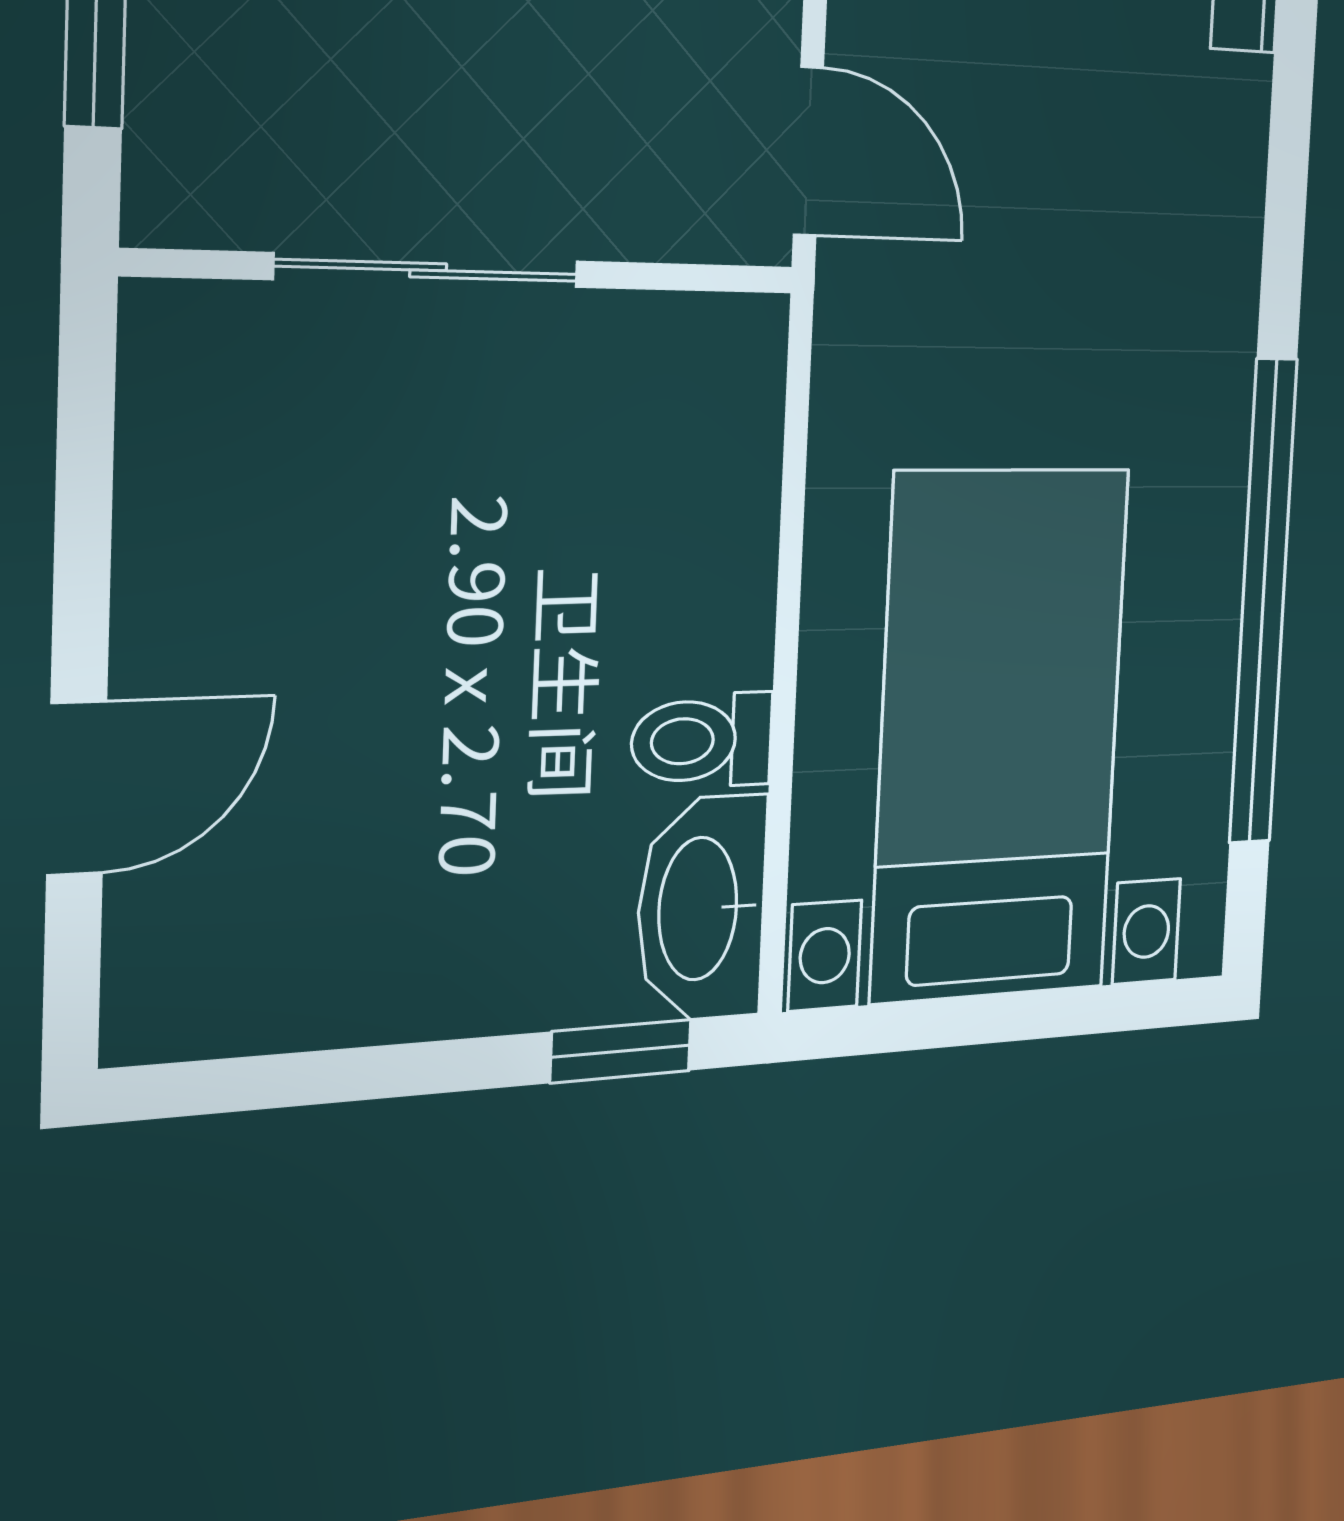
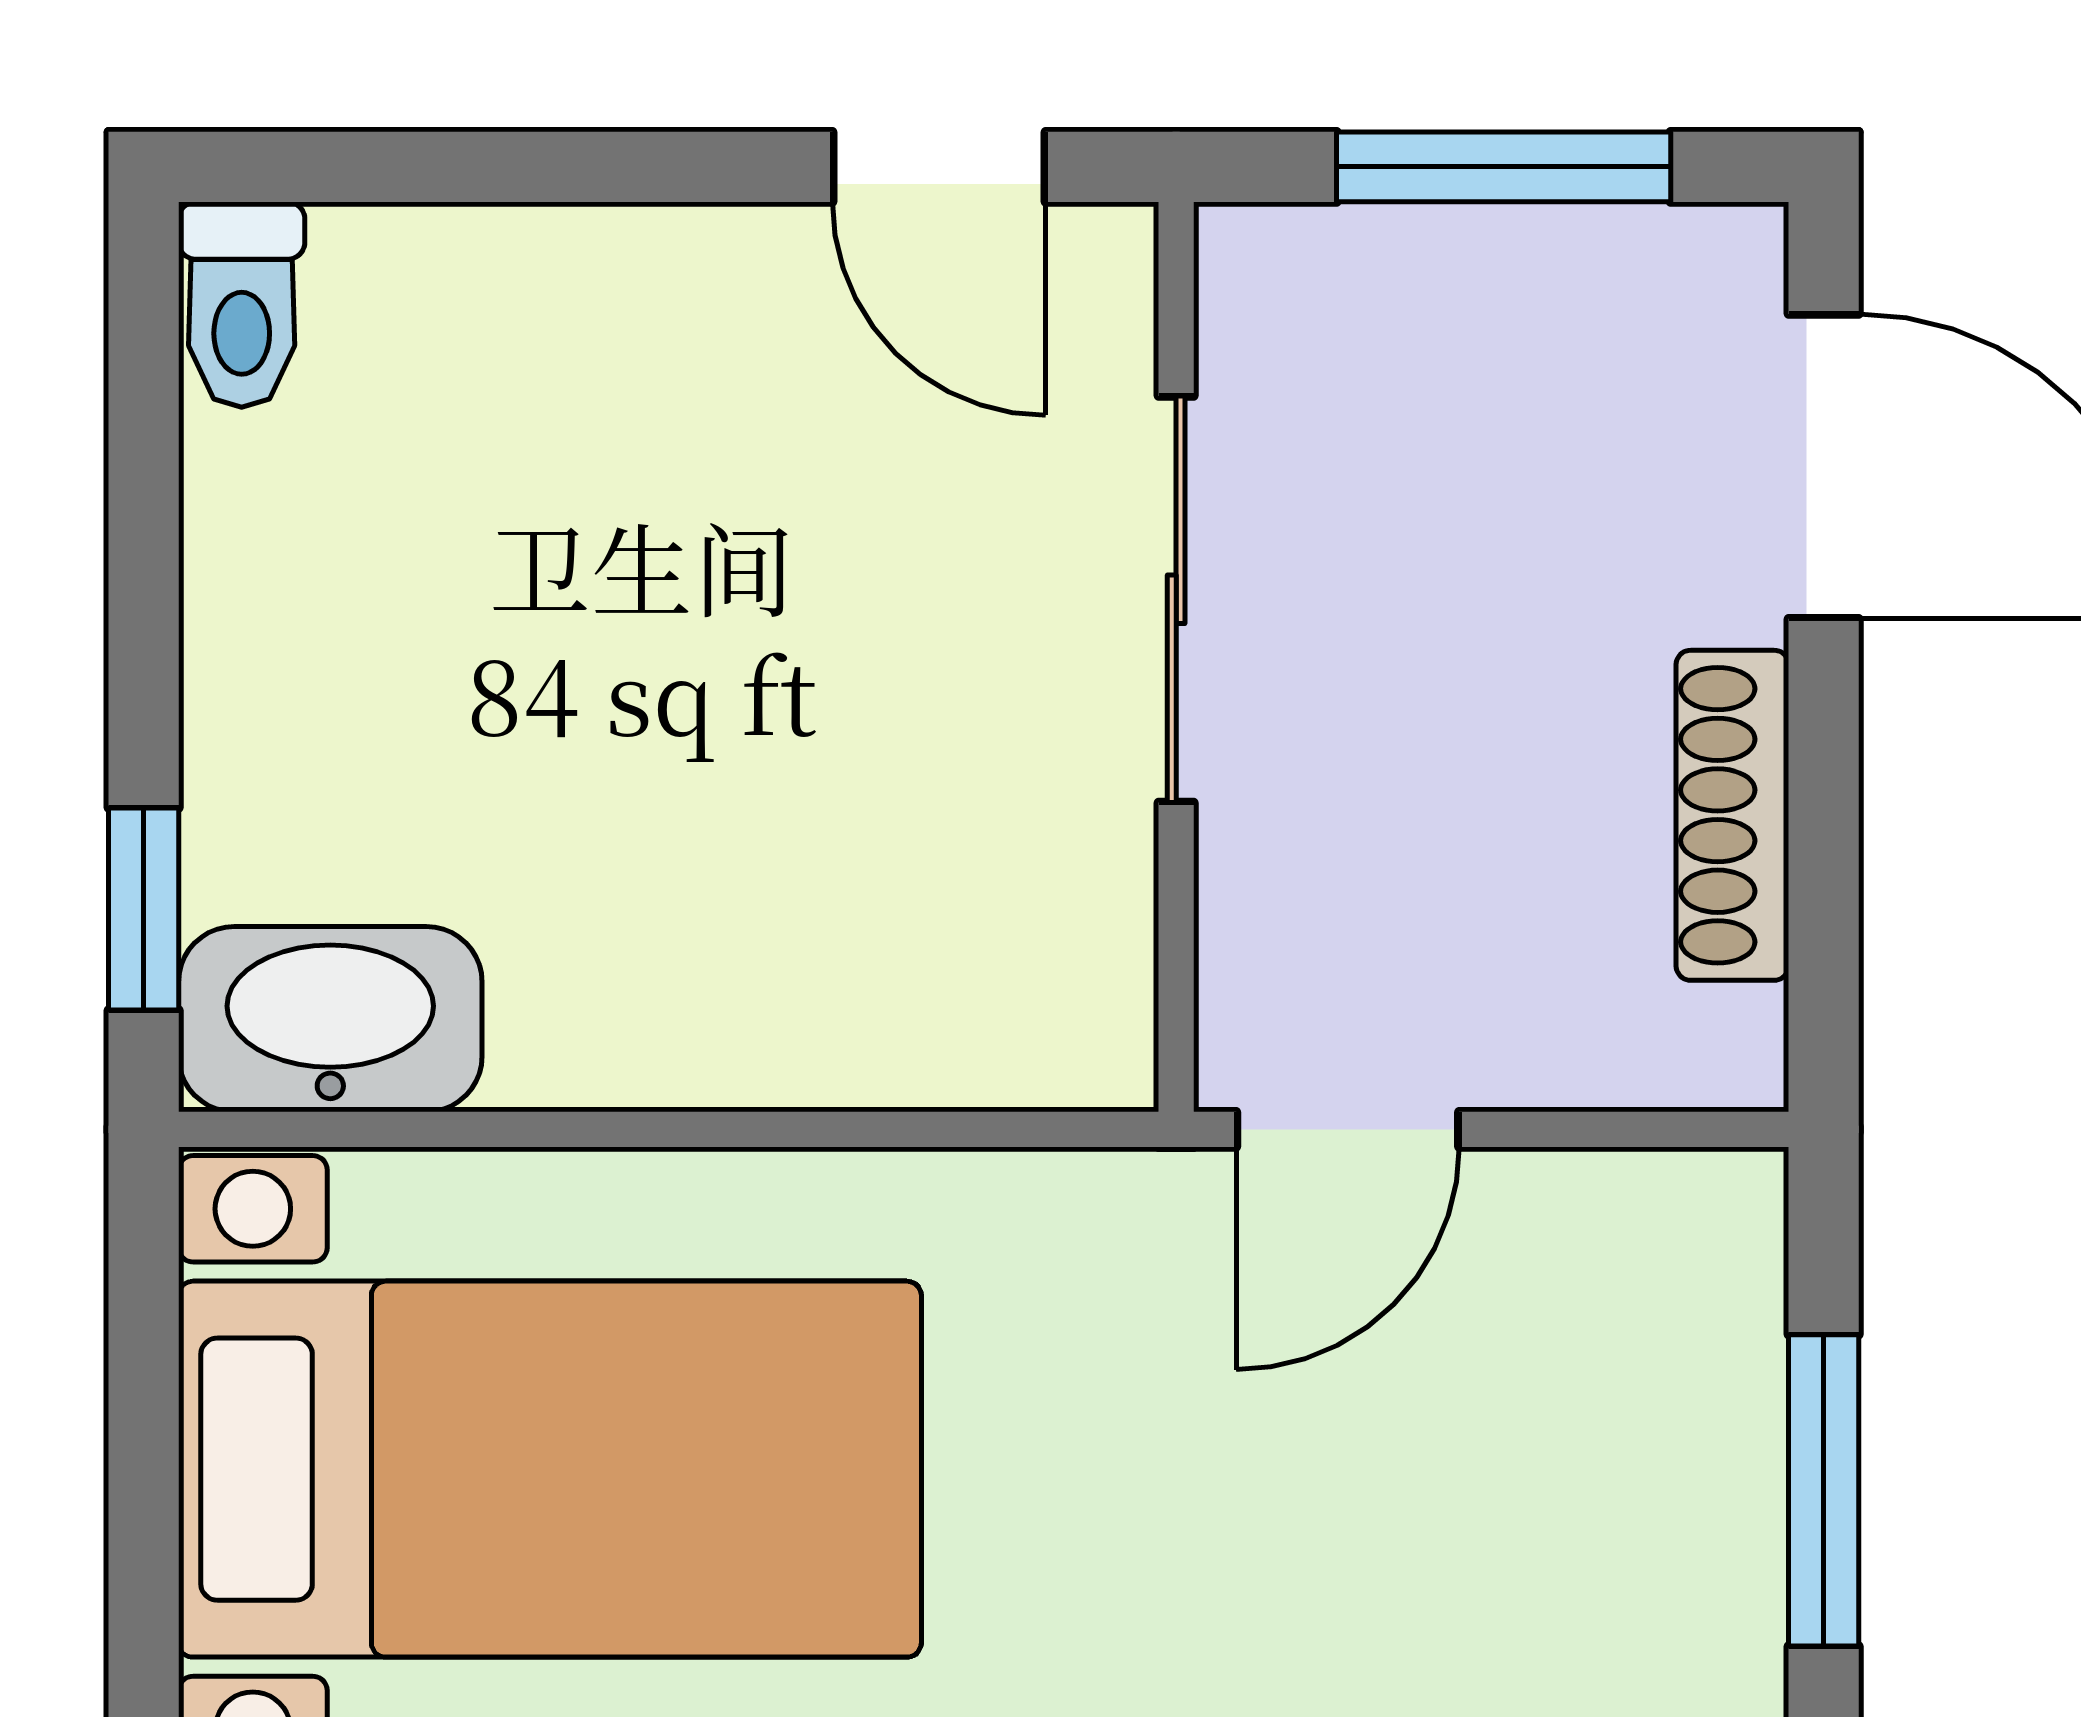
toilet: (702, 740) -> (242, 305), moved, turned 180
door: (77, 788) -> (939, 167), moved

